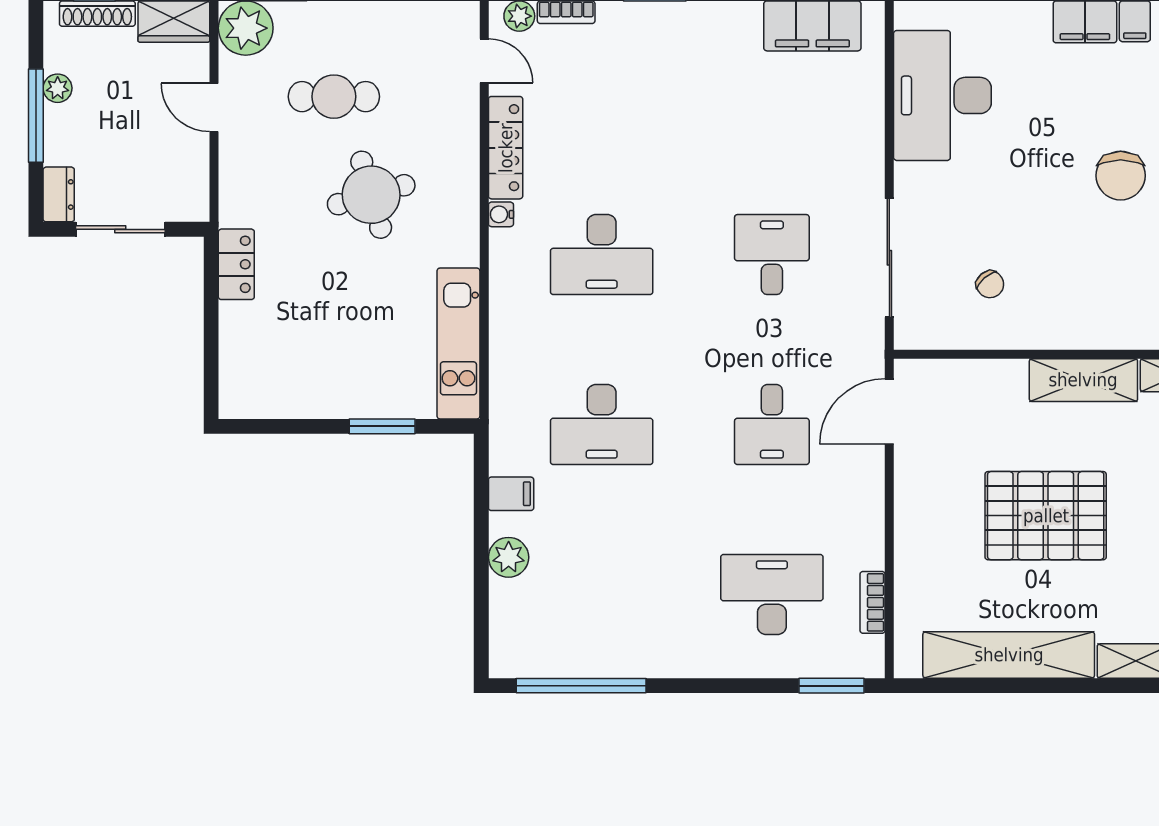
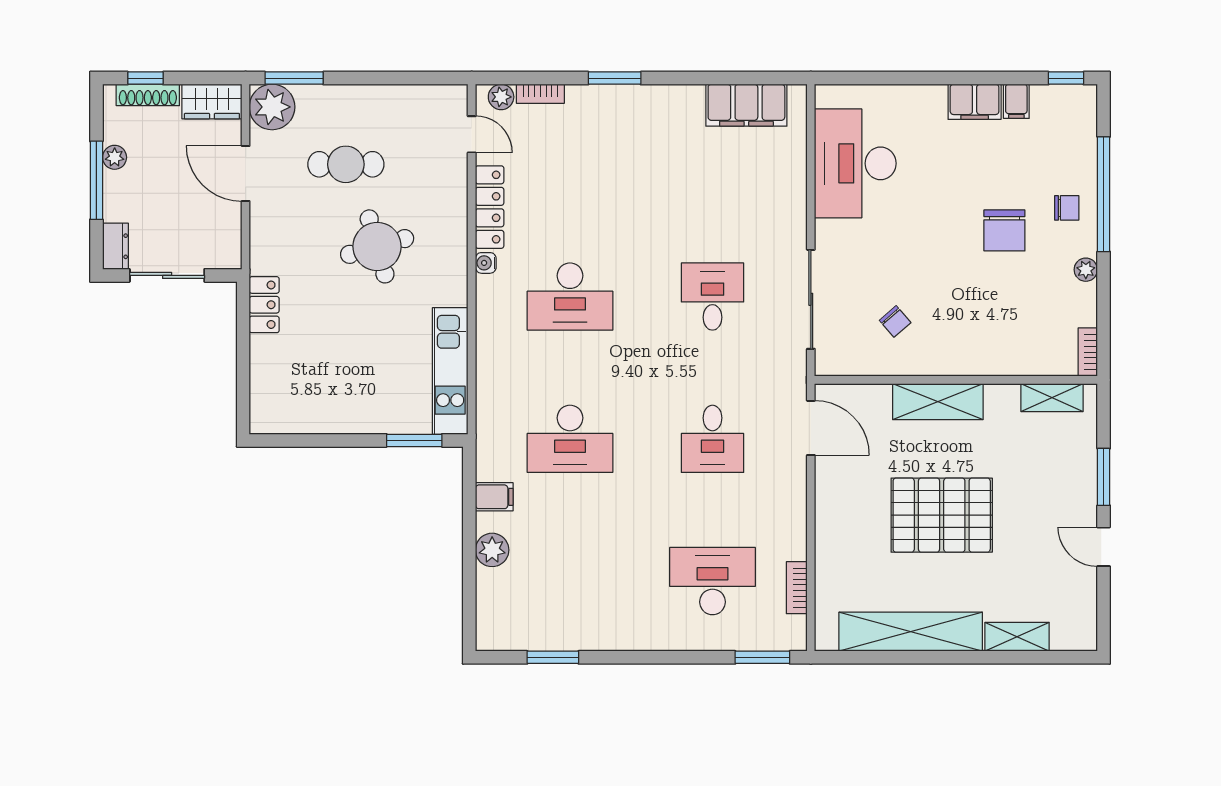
door: (214, 108) -> (246, 174), width x1.38
shelving: (1083, 380) -> (938, 402), moved
door: (889, 411) -> (811, 428), swing flipped
window: (382, 426) -> (414, 440), moved
window: (581, 686) -> (553, 657), width x0.47

